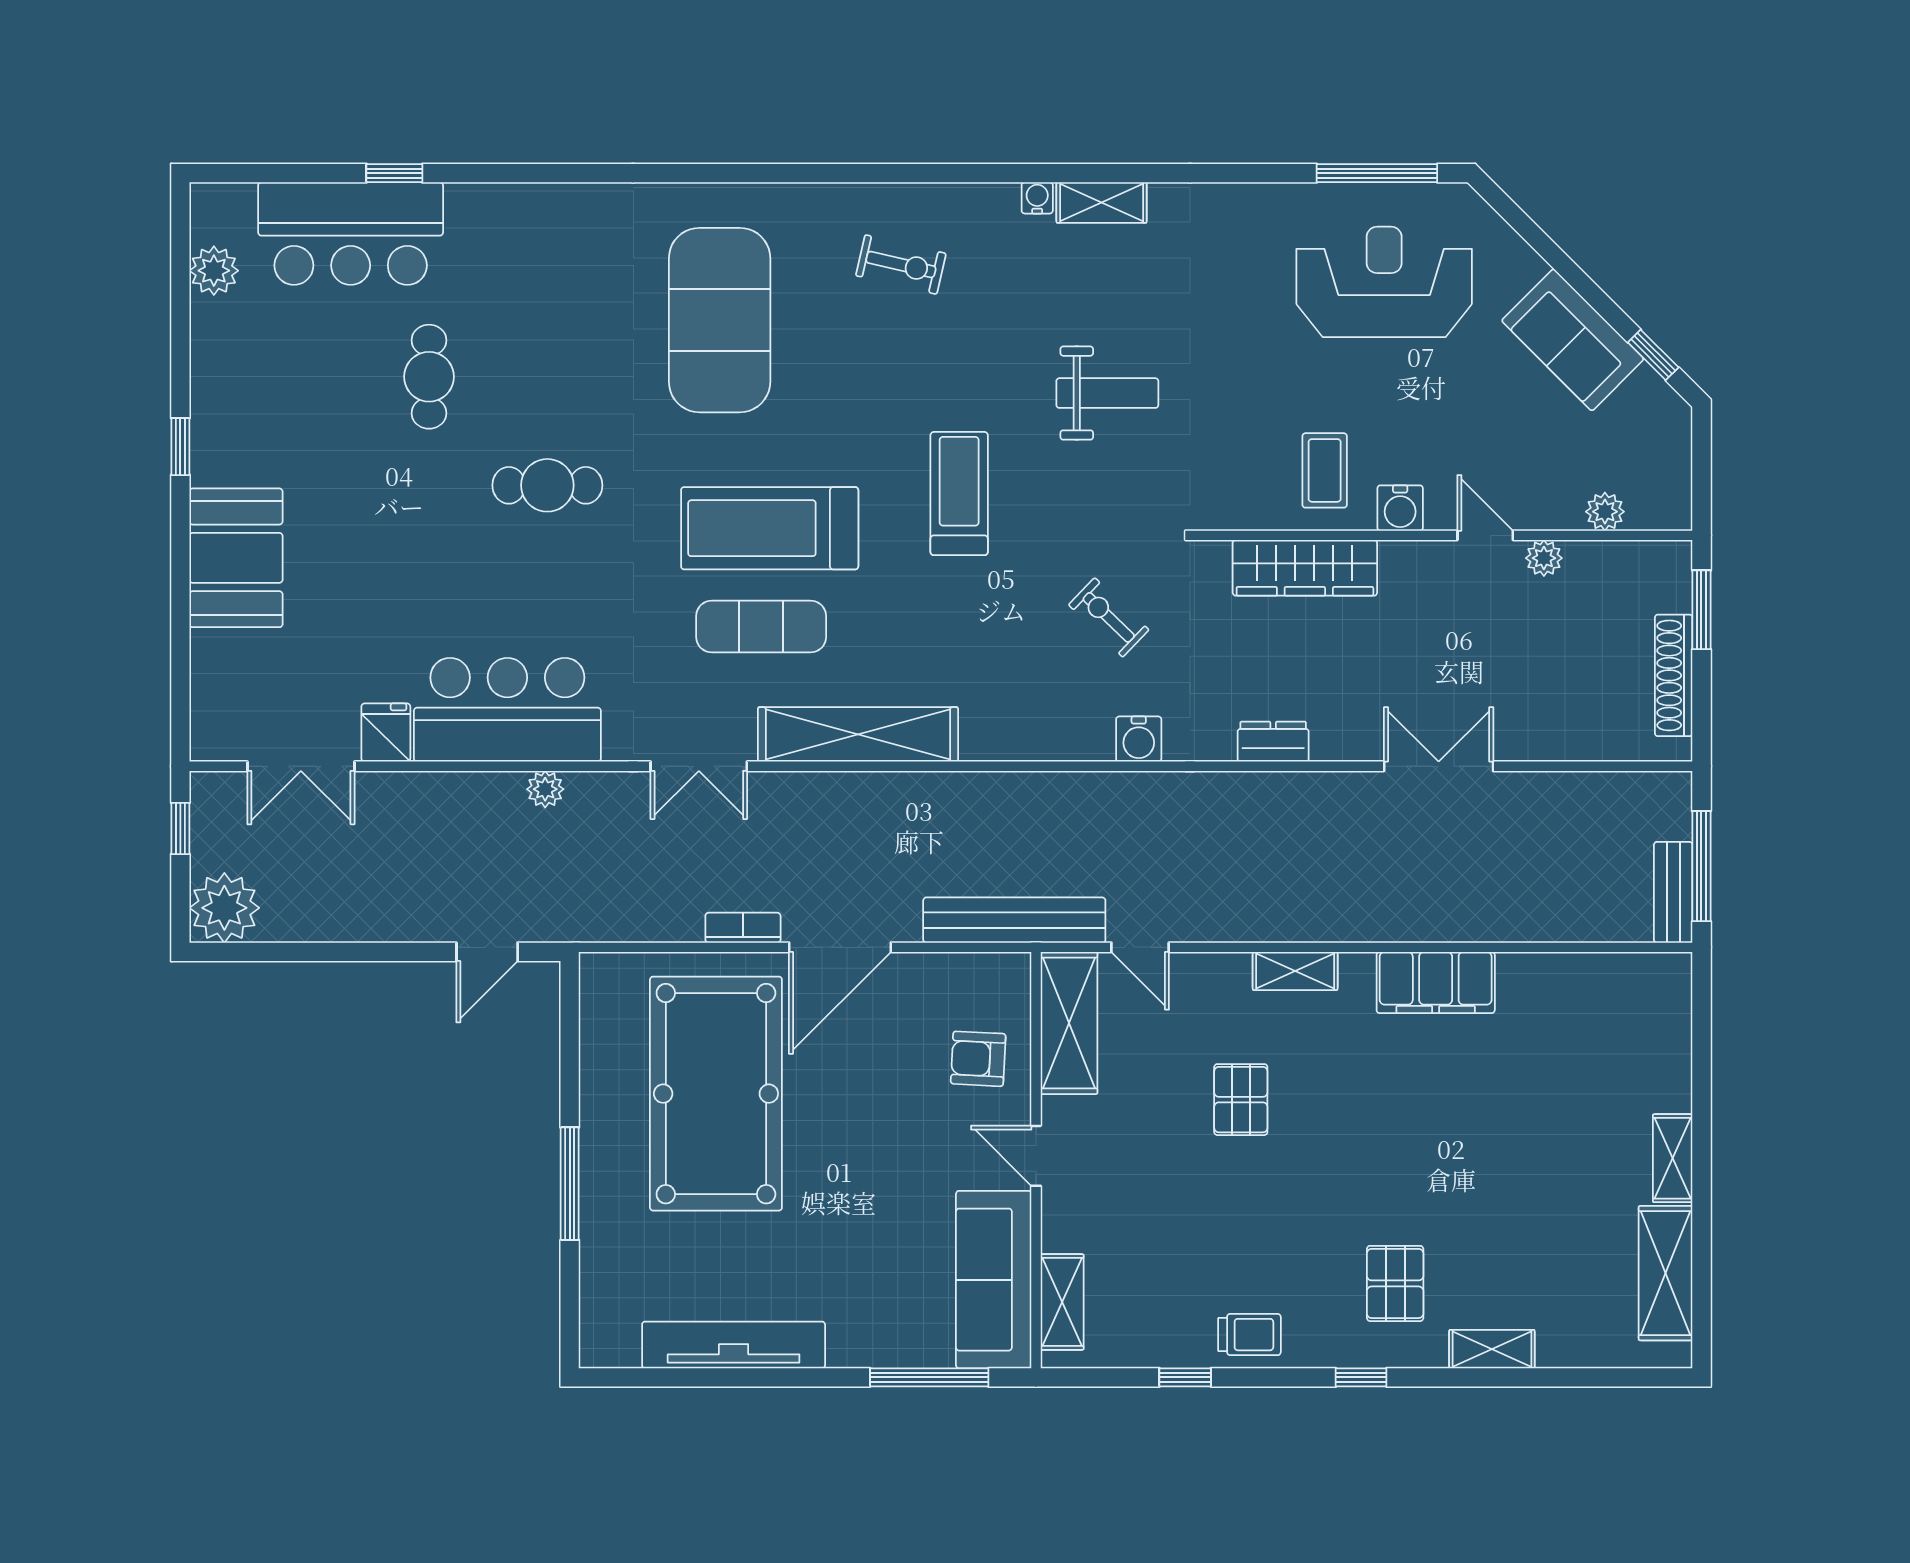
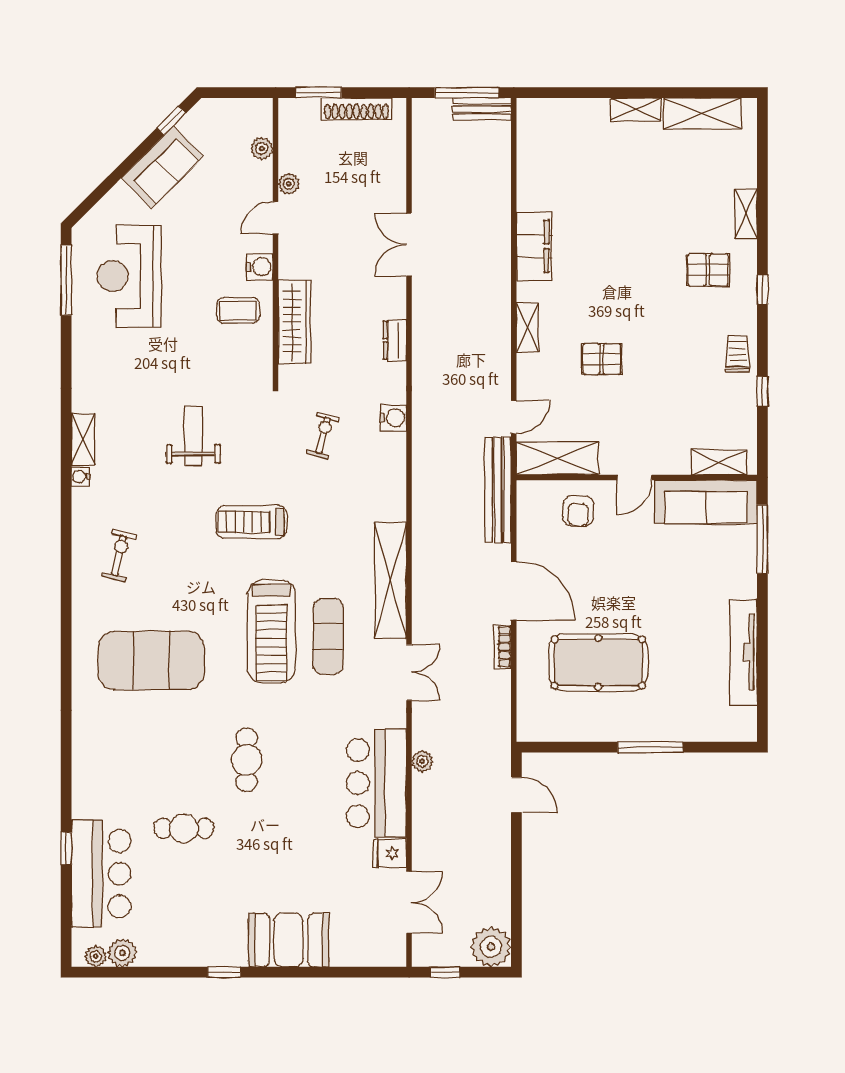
plant: (208, 224) -> (96, 956), added
exercise bike: (1109, 617) -> (323, 435), turned 151
pool table: (716, 1094) -> (598, 662), width x0.73, depth x0.76

